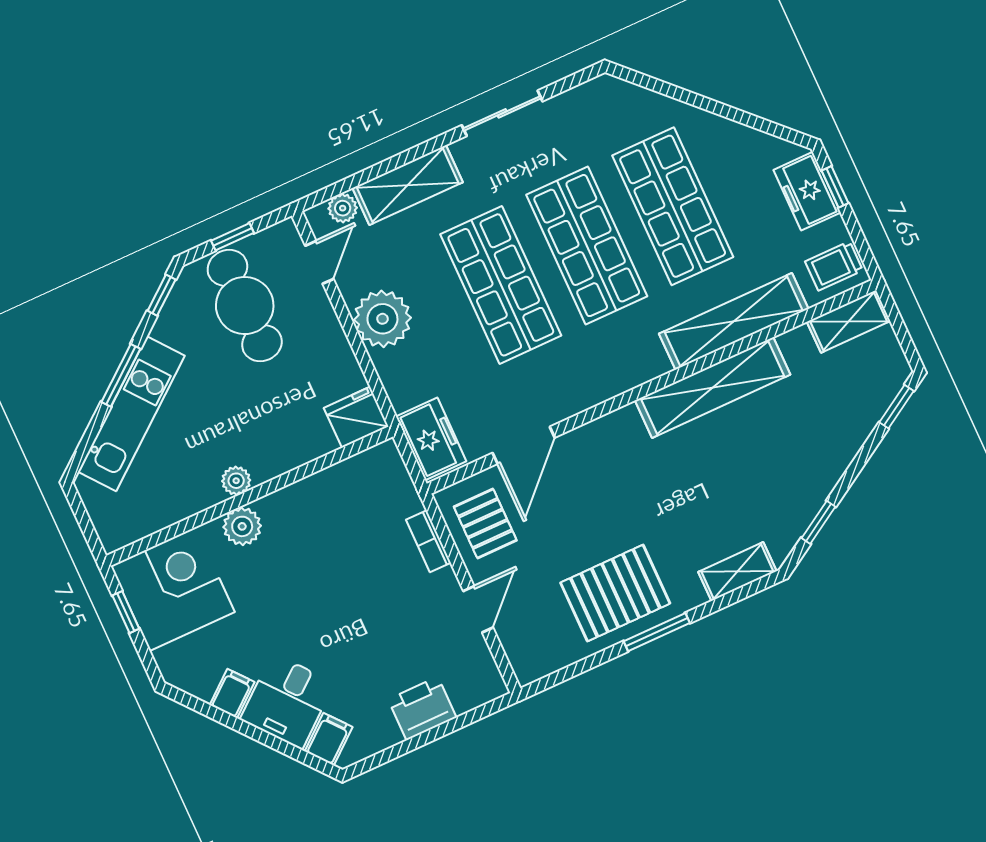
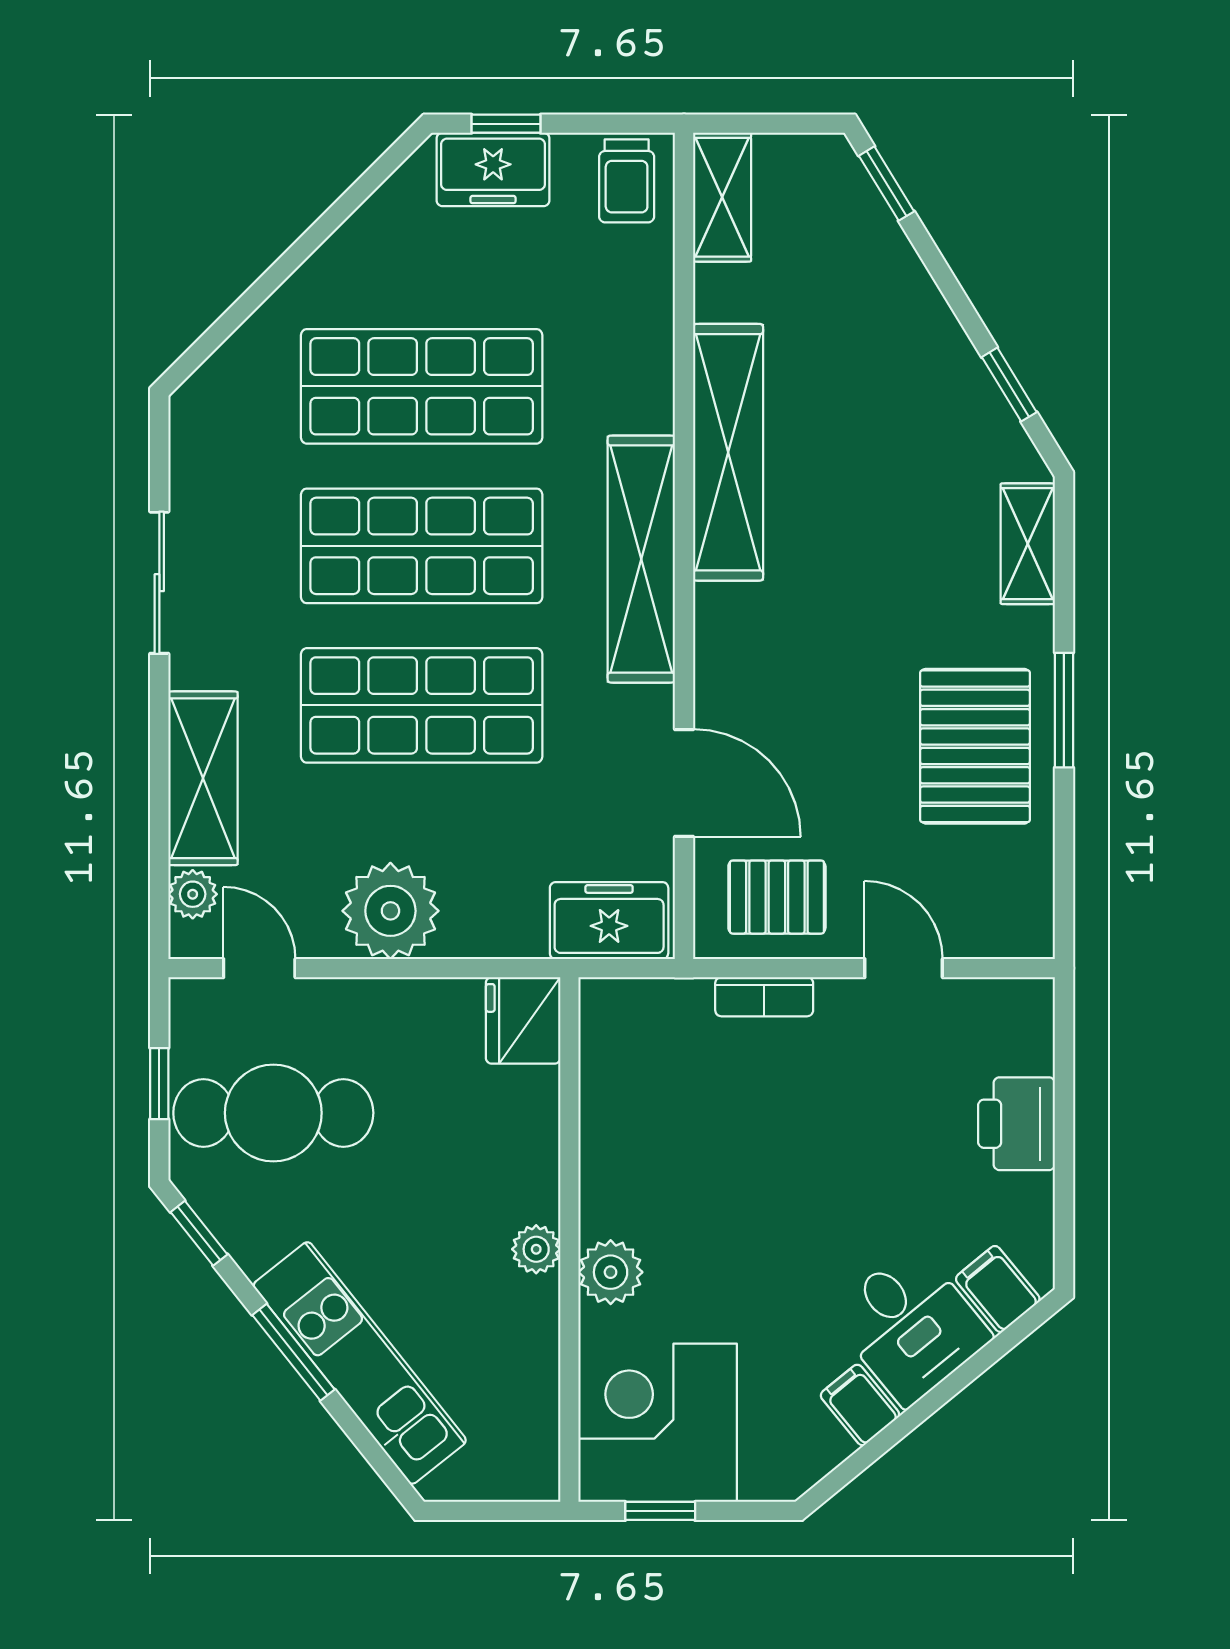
shelving: (734, 321) -> (641, 559), moved

